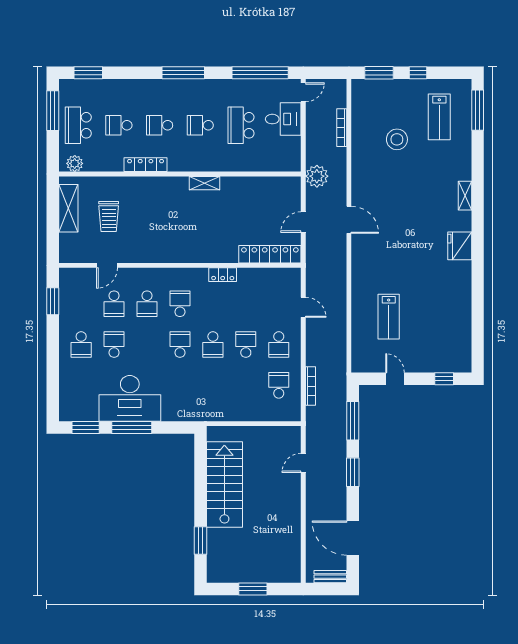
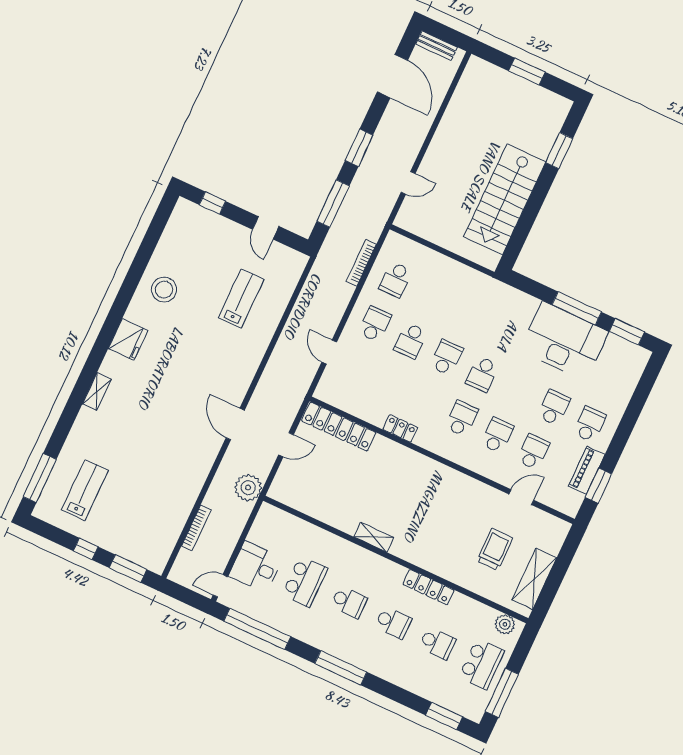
stool: (397, 139) -> (164, 290), moved
school desk: (180, 304) -> (462, 418), turned 180
piano: (67, 309) -> (587, 470), added
school desk: (114, 345) -> (554, 407), turned 180

